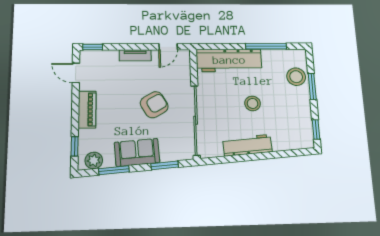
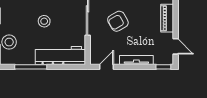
tv unit: (135, 55) -> (136, 60), width x1.41

